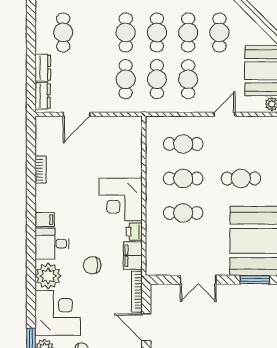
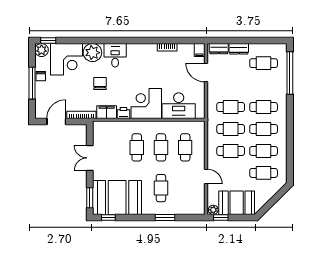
desk: (124, 153) -> (179, 106), added
filing cabinet: (45, 220) -> (199, 50), moved

